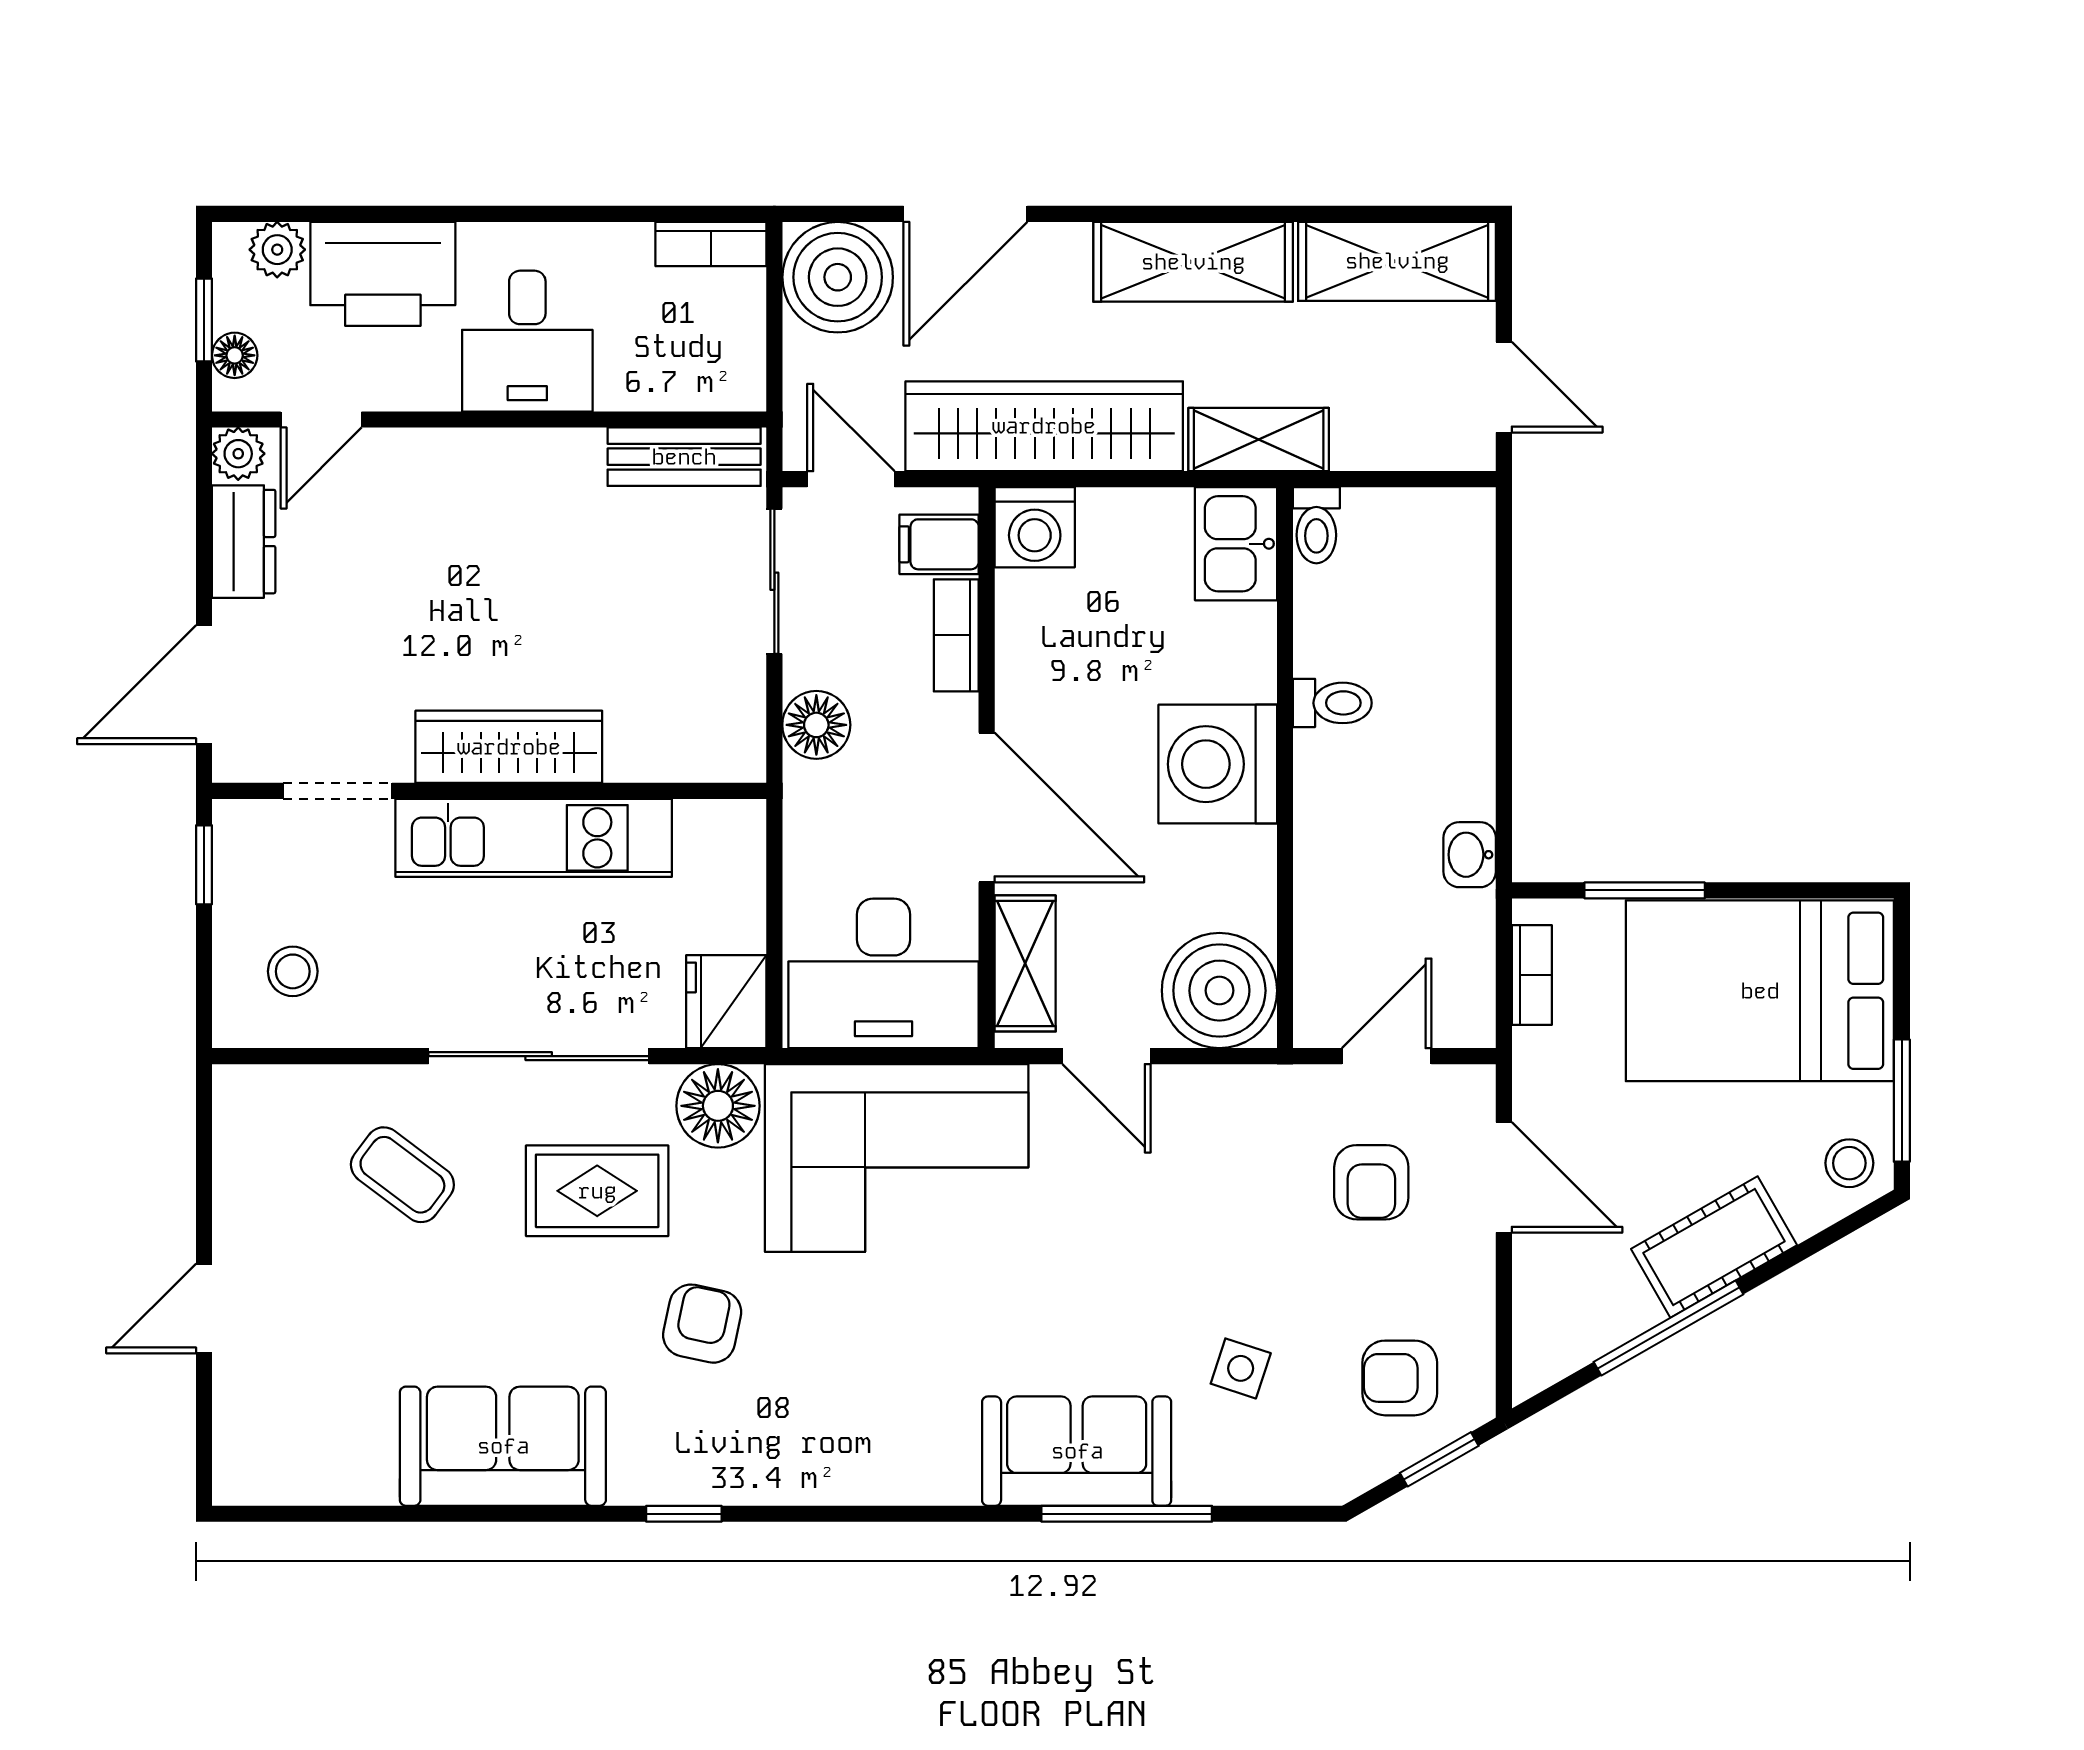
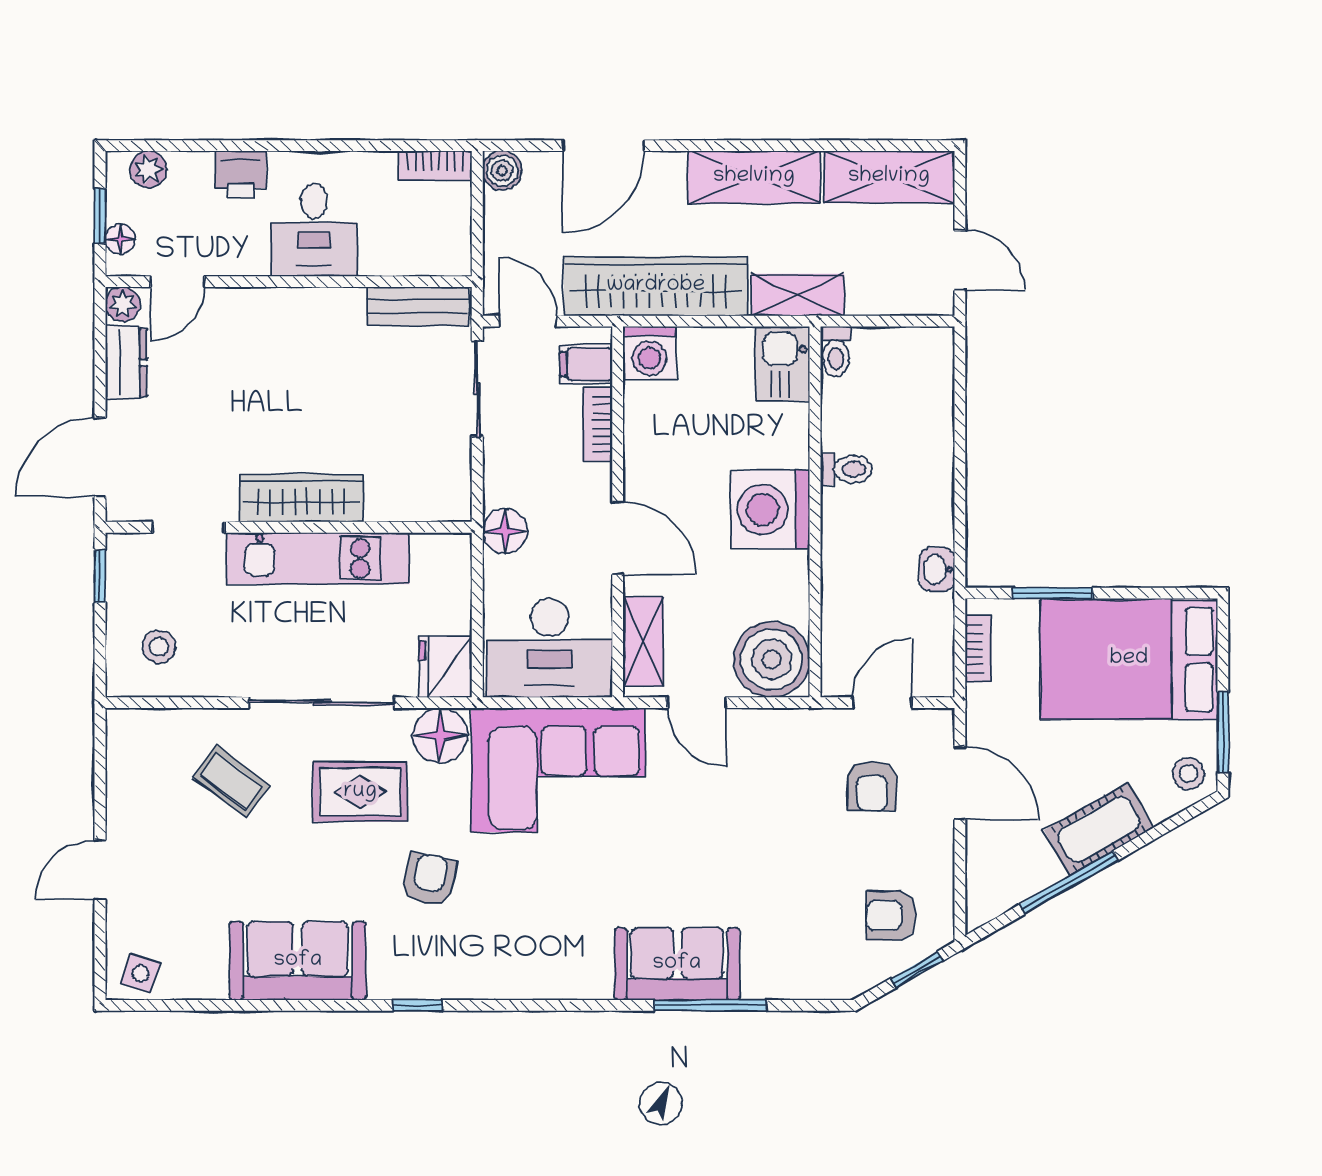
printer: (383, 274) -> (241, 174), width x0.53, depth x0.68
boiler: (838, 277) -> (502, 171), width x0.54, depth x0.54
floor lamp: (816, 725) -> (505, 531), moved
door: (987, 807) -> (618, 538), width x0.73
side table: (1241, 1368) -> (141, 973), moved

